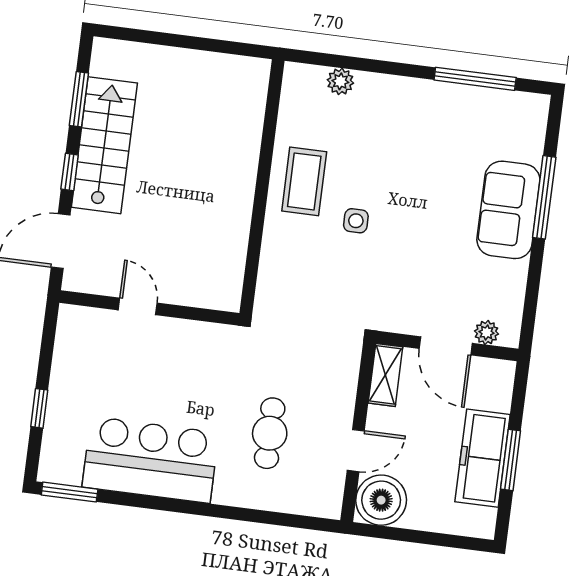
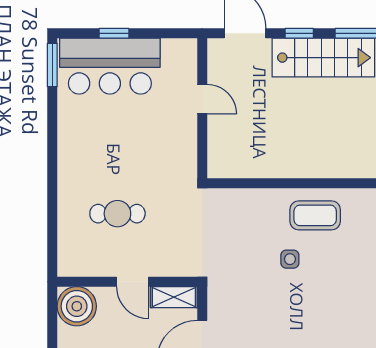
door: (138, 306) -> (202, 99), hinge flipped
door: (356, 451) -> (133, 282), moved
bar counter: (150, 460) -> (110, 66), moved, turned 90

